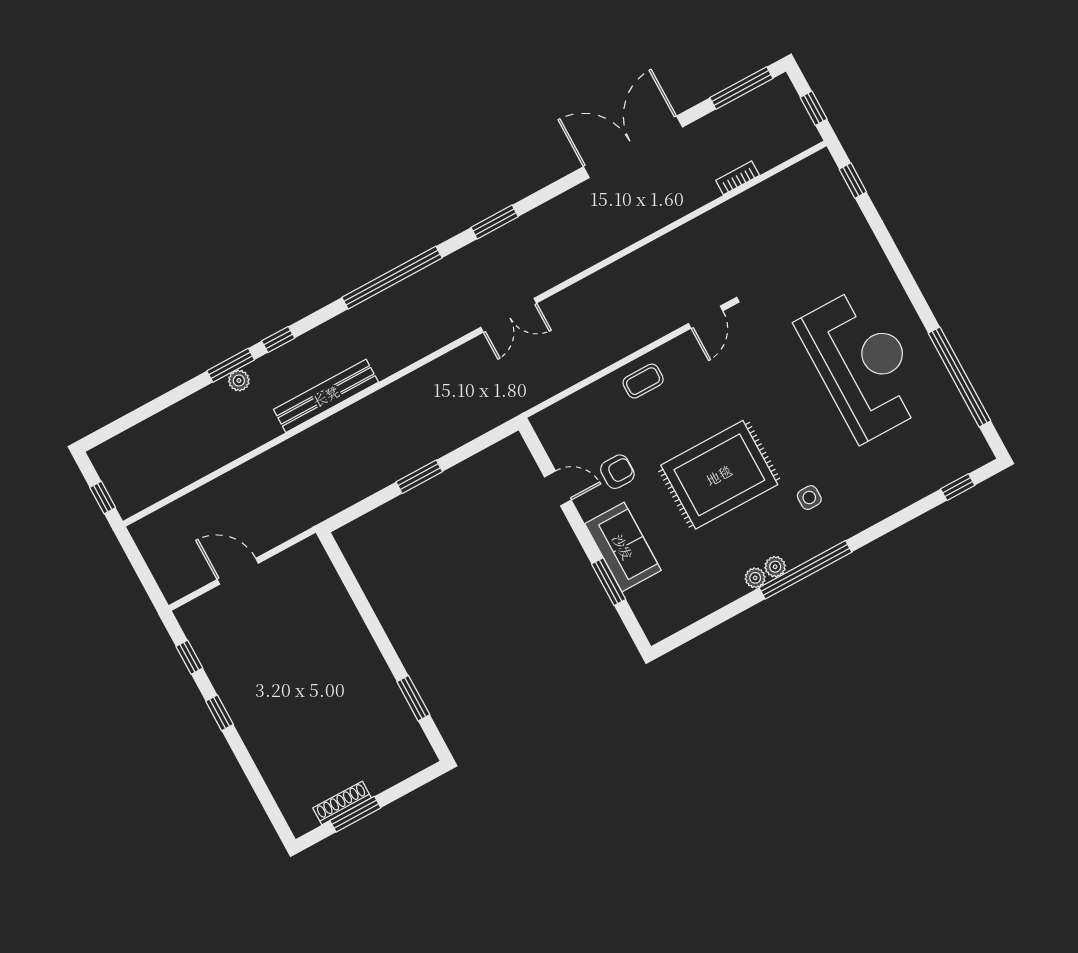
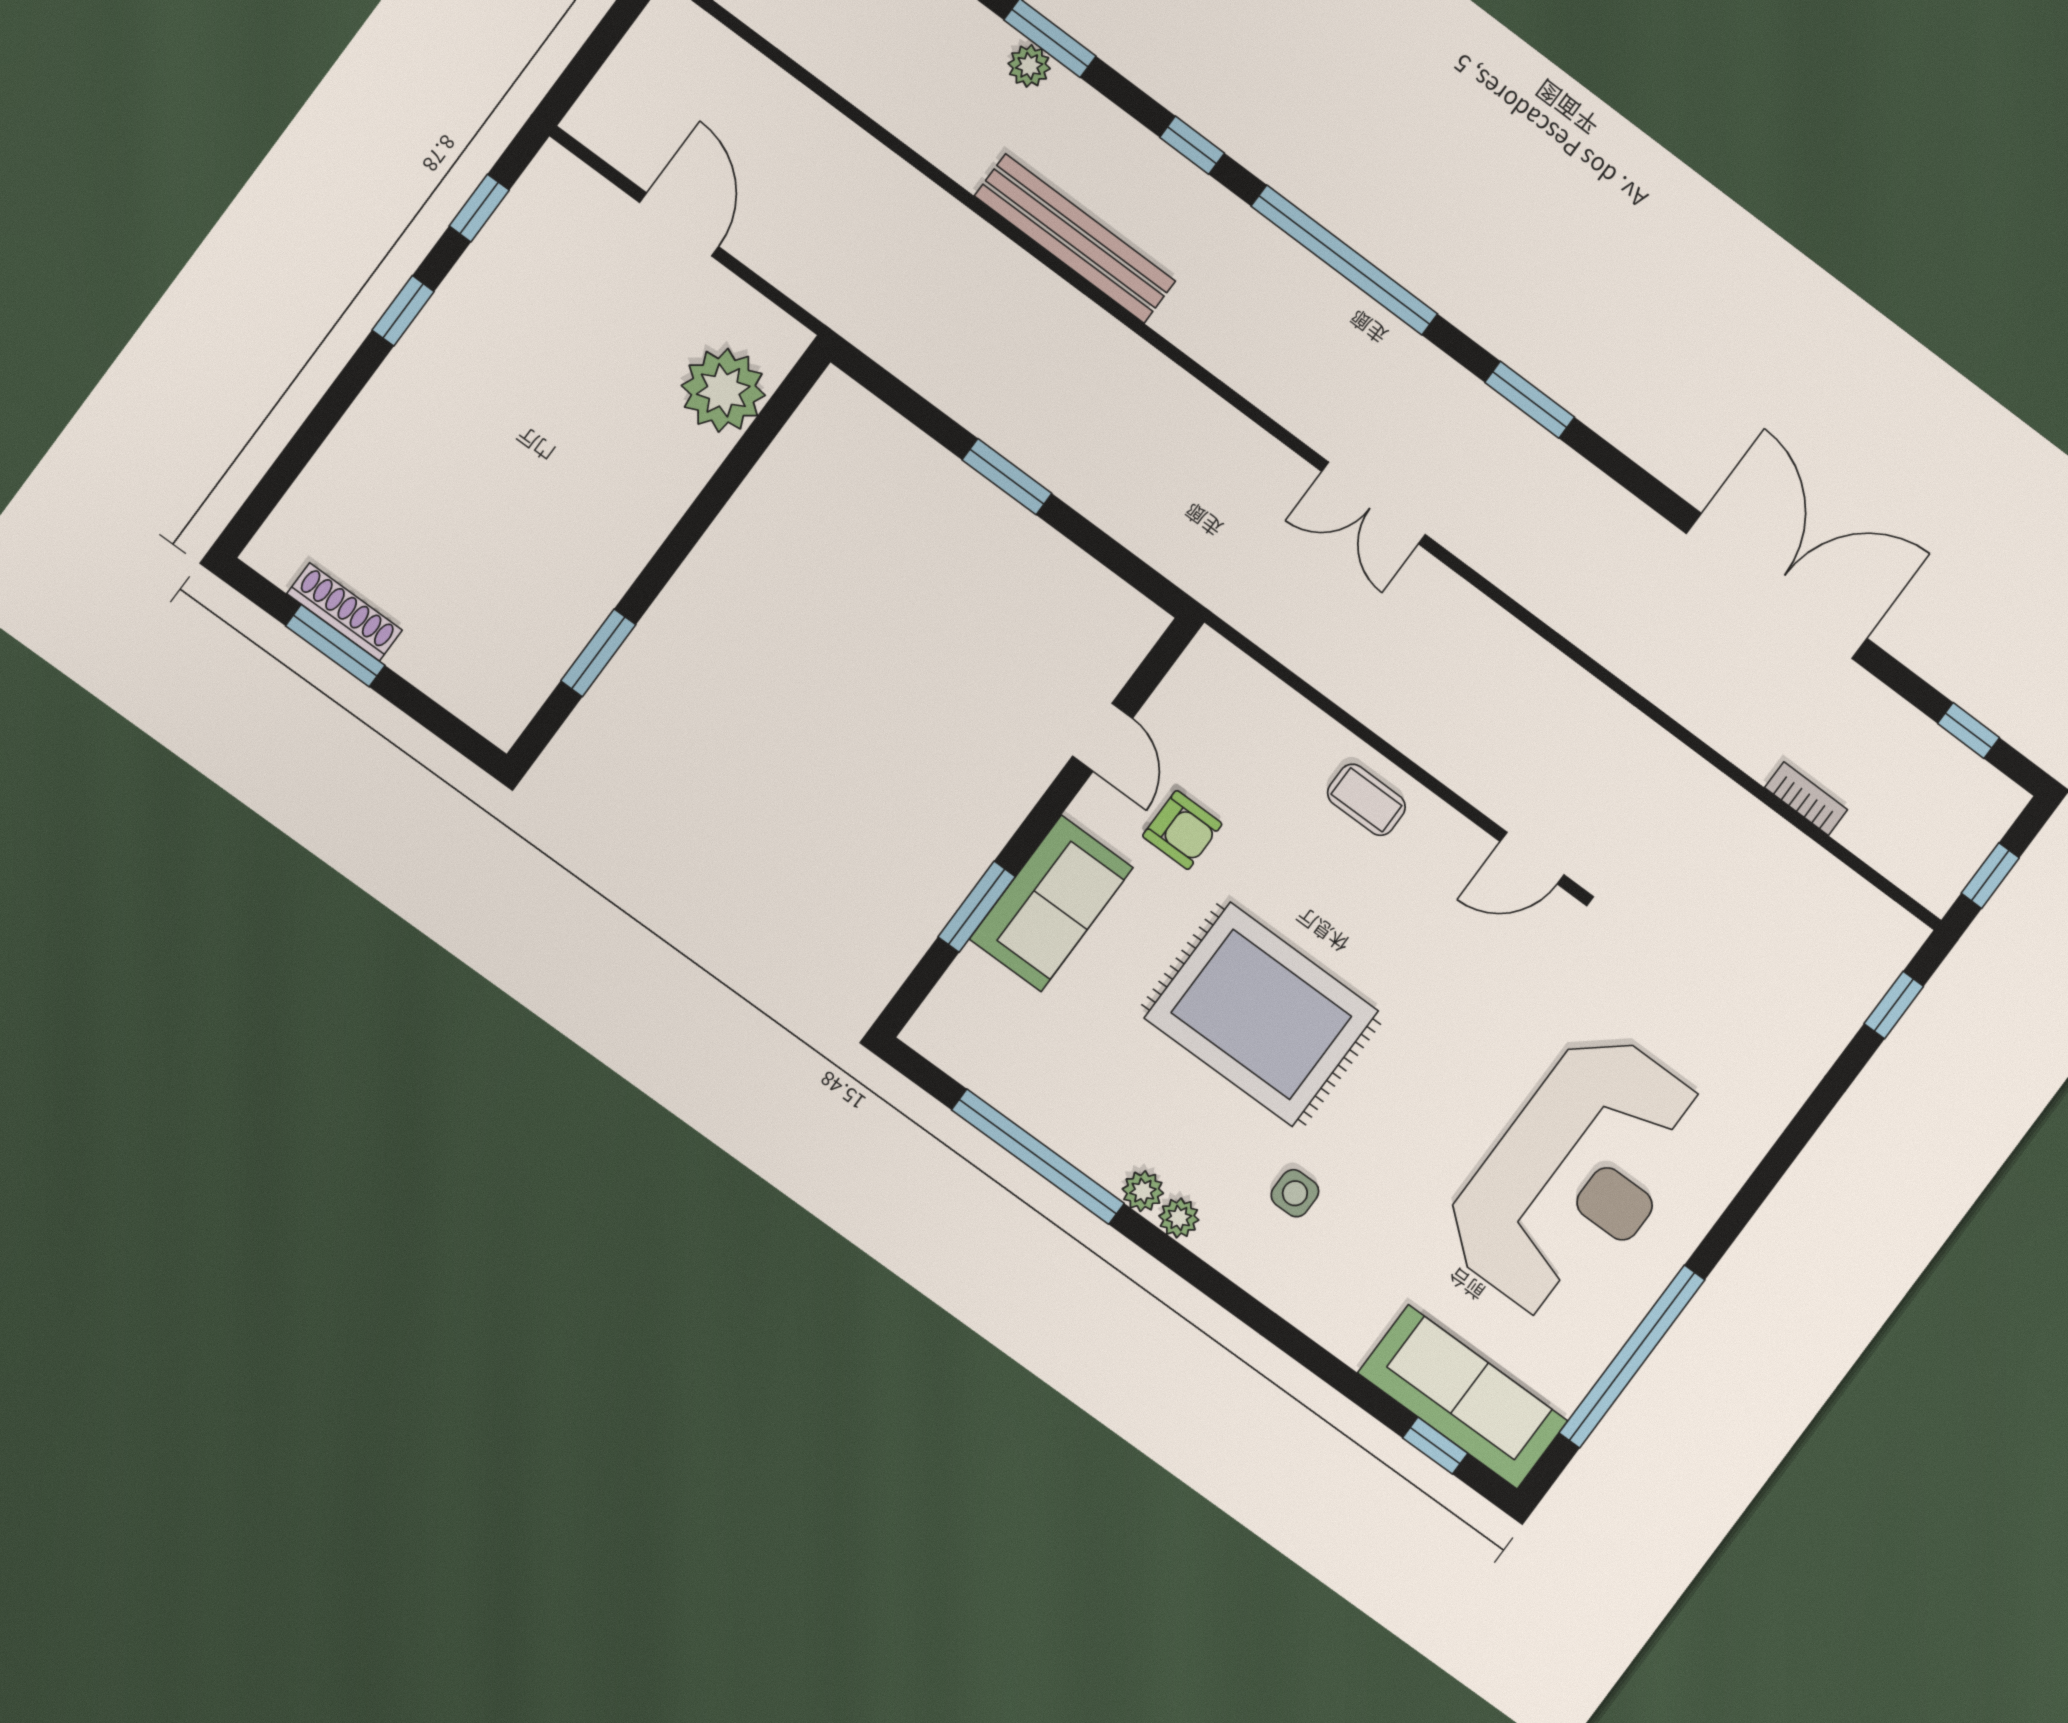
window: (741, 88) -> (1969, 730), width x0.46
window: (278, 340) -> (1192, 145), moved
sofa: (941, 464) -> (1463, 1397), added
window: (805, 570) -> (1038, 1157), moved
plant: (755, 578) -> (1179, 1218), moved
plant: (321, 586) -> (723, 390), added

